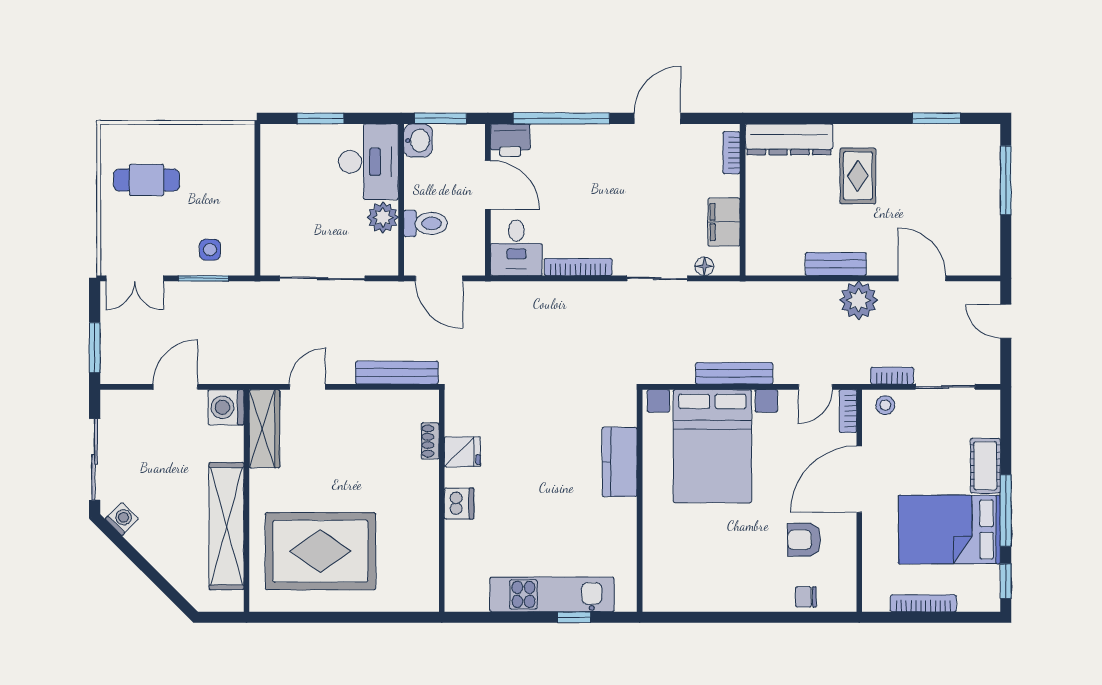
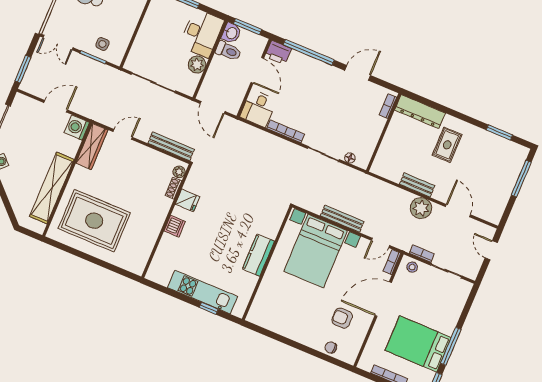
filing cabinet: (724, 222) -> (369, 140), removed
toilet: (425, 223) -> (228, 51), moved
plant: (428, 410) -> (179, 172), added
kitchen counter: (620, 462) -> (258, 255), moved
cot: (985, 466) -> (450, 319), removed

